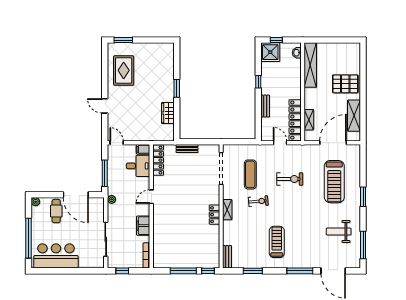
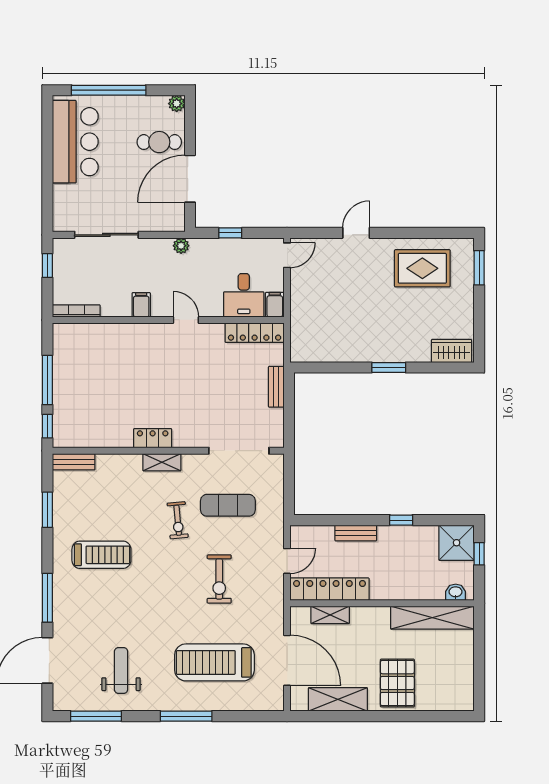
wardrobe: (168, 113) -> (452, 351), moved
window: (105, 173) -> (230, 233), width x0.46
window: (363, 197) -> (186, 716), width x1.44
filing cabinet: (143, 226) -> (141, 305), width x0.50

